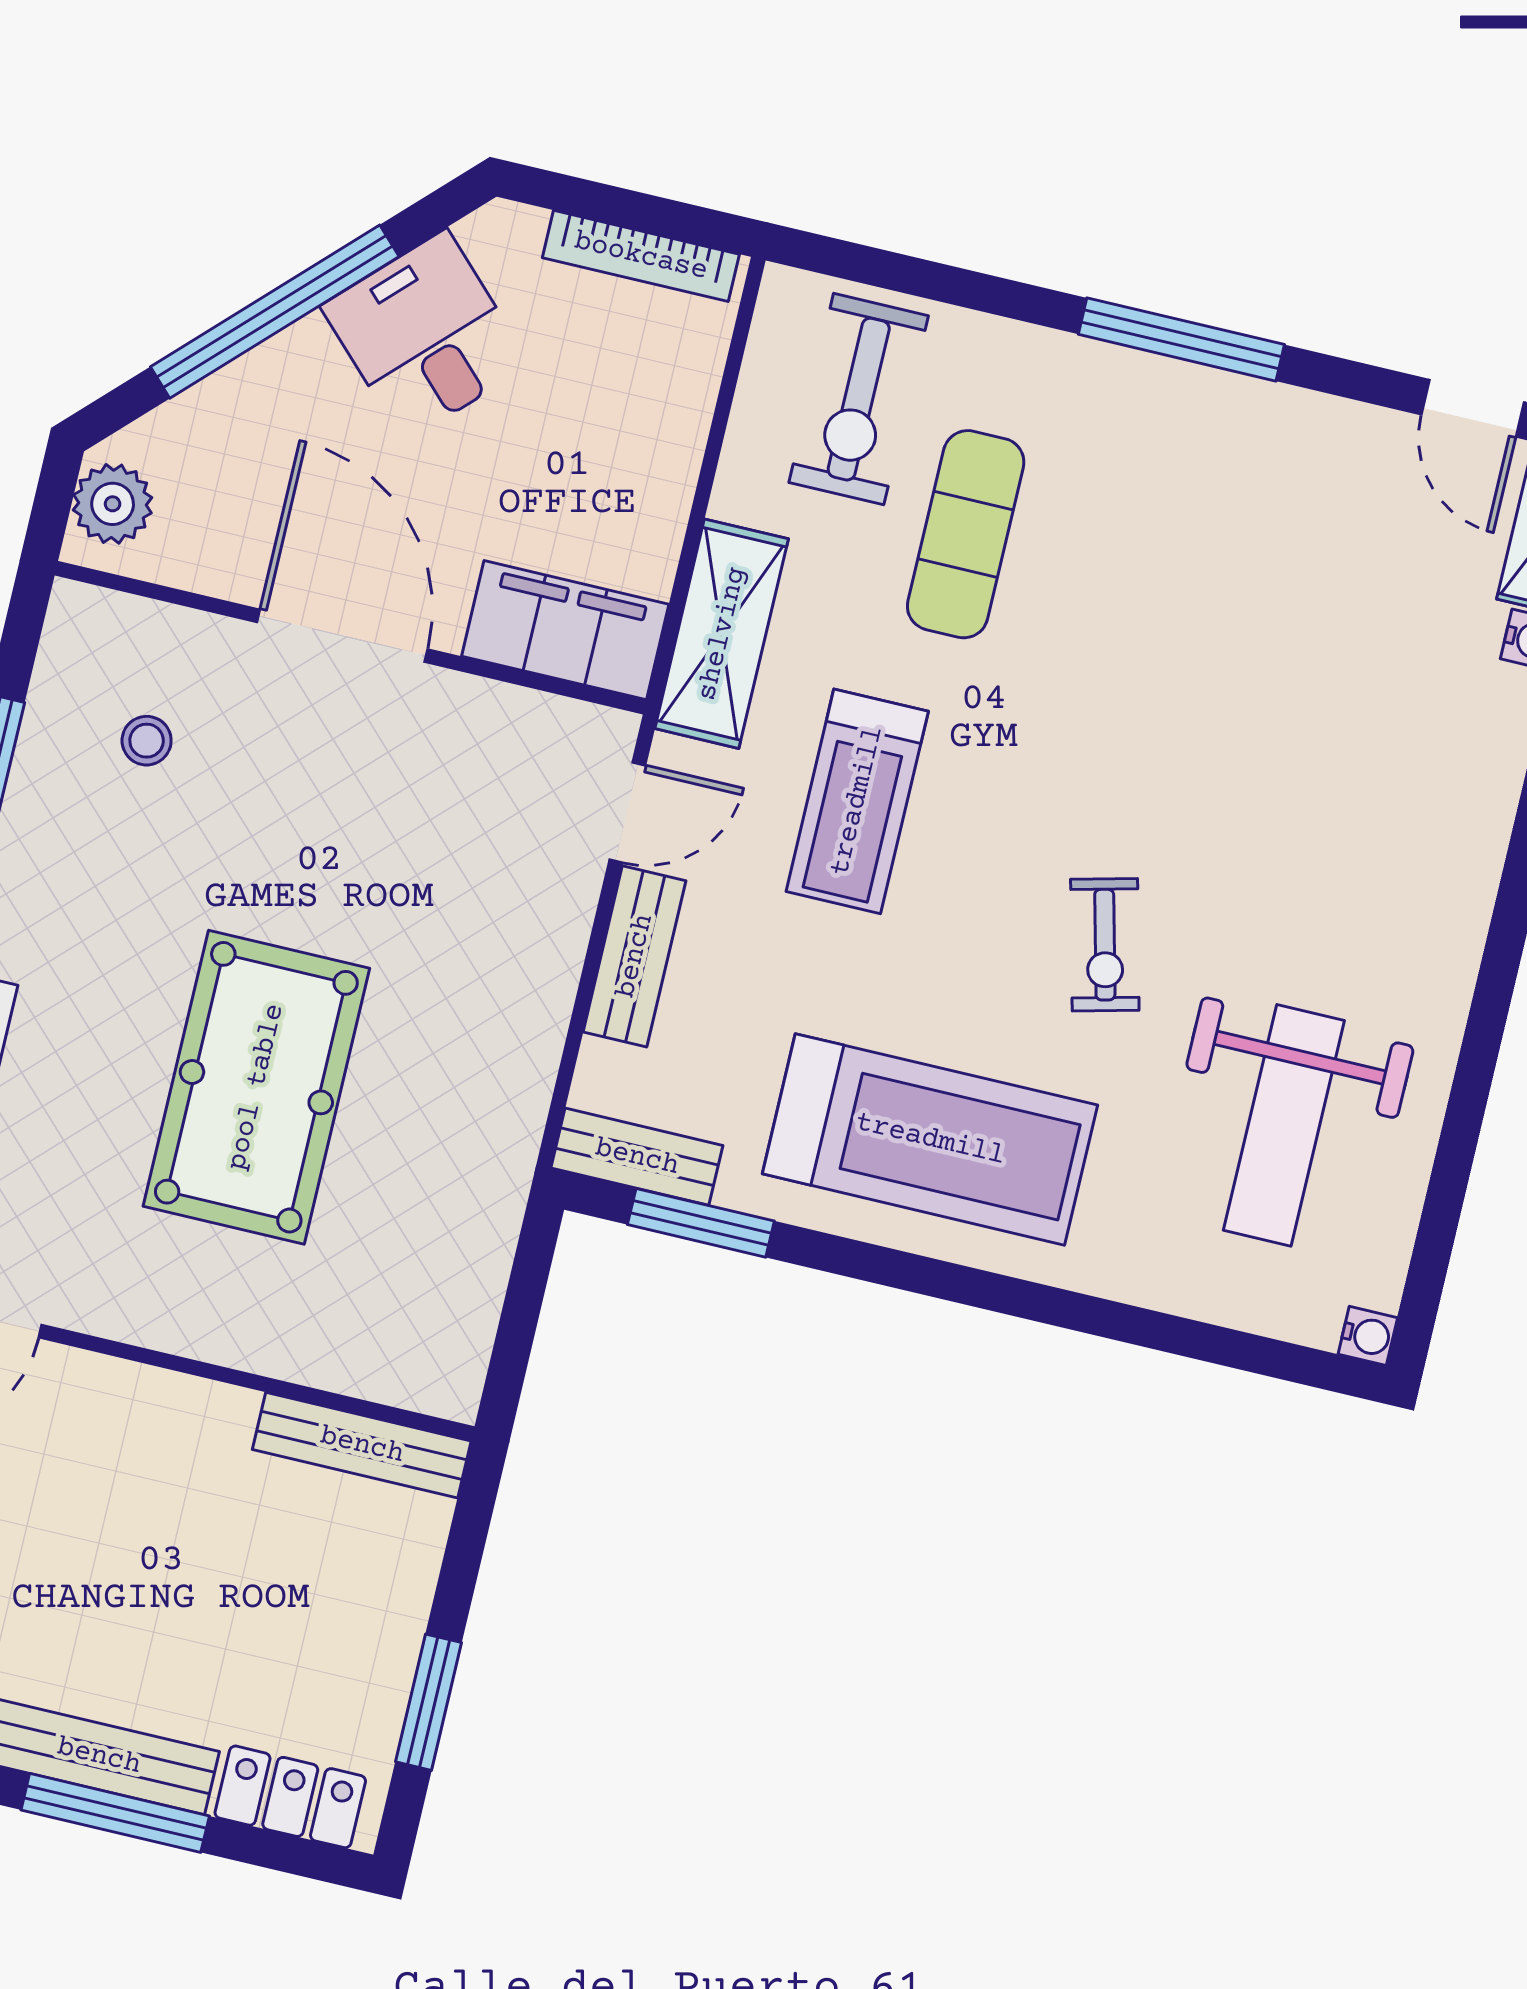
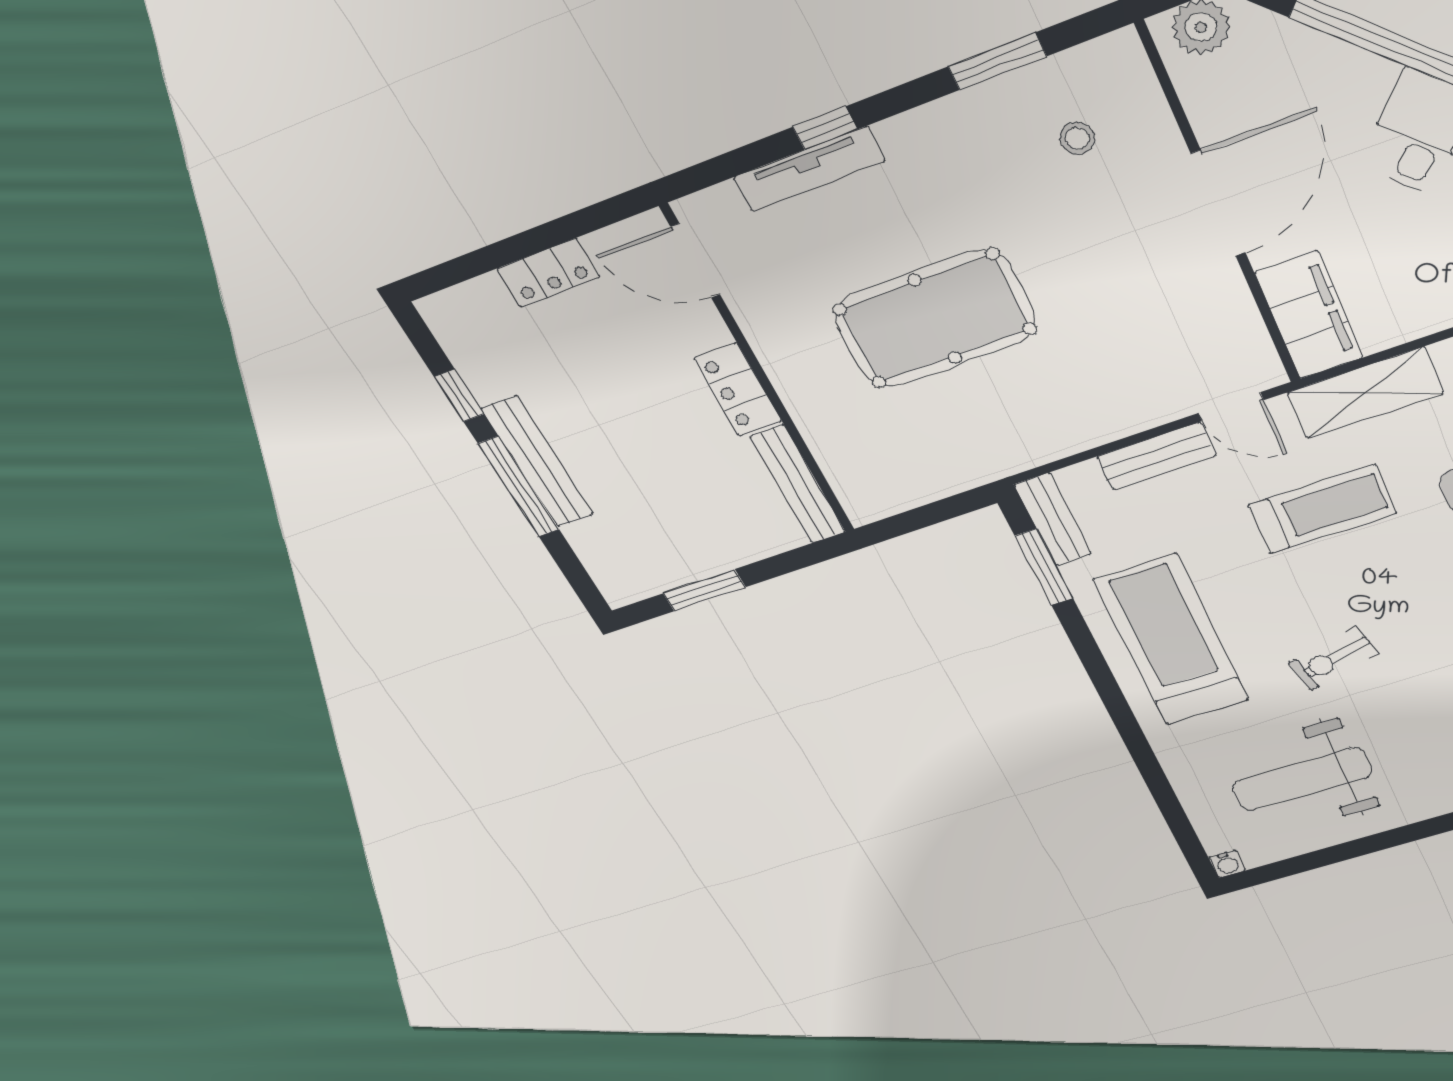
treadmill: (857, 801) -> (1322, 509), turned 180
treadmill: (930, 1139) -> (1171, 641), turned 180
locker: (290, 1797) -> (738, 390), moved, turned 180

